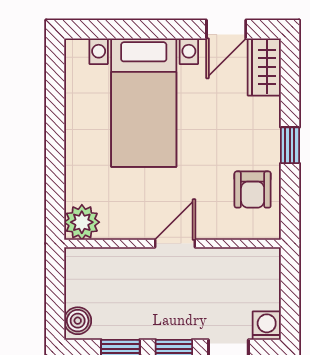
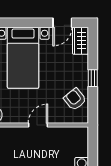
armchair: (253, 190) -> (75, 99), turned 141

